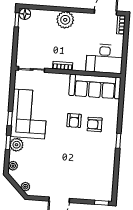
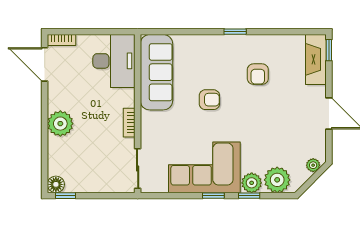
armchair: (95, 124) -> (258, 74), moved
plant: (13, 166) -> (277, 180), width x1.88, depth x1.88
fireplace: (96, 194) -> (316, 59), added

